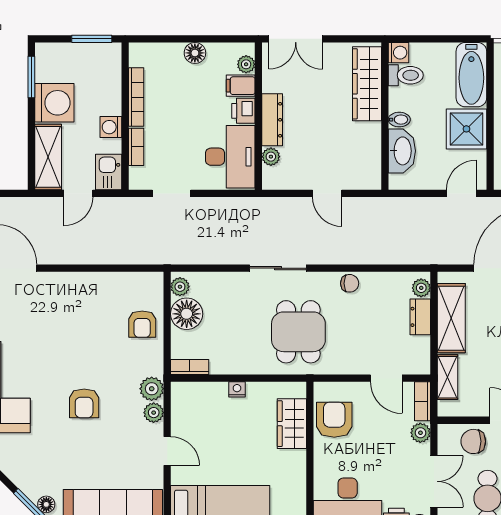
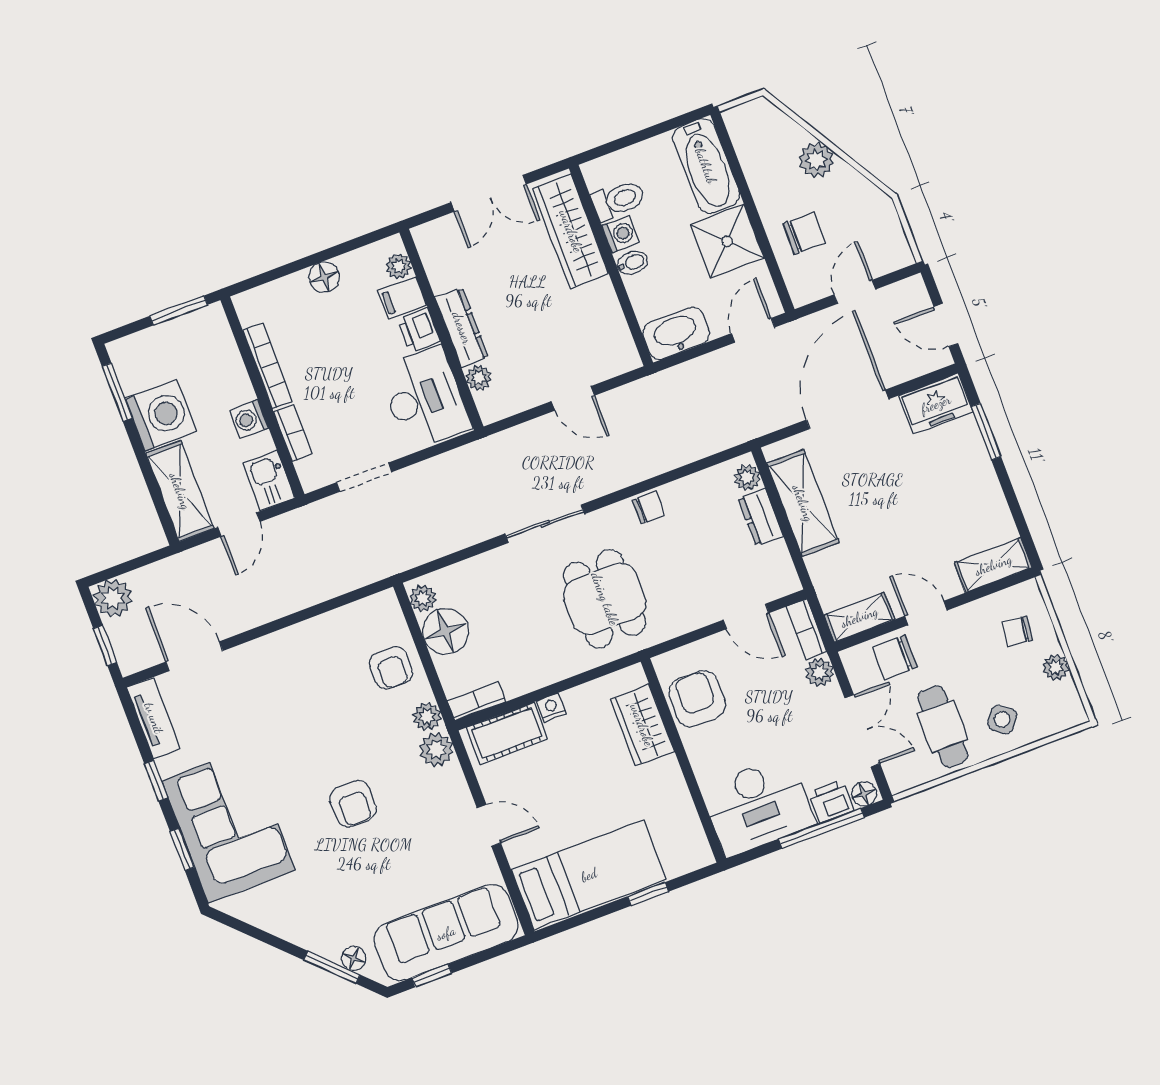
double door: (296, 39) -> (489, 193), moved
washing machine: (399, 53) -> (620, 234), moved
washbasin: (402, 151) -> (676, 333), moved, turned -90
shelving: (448, 377) -> (859, 617), moved, turned 90
cot: (202, 395) -> (507, 733), added
plant: (154, 413) -> (427, 717), moved

